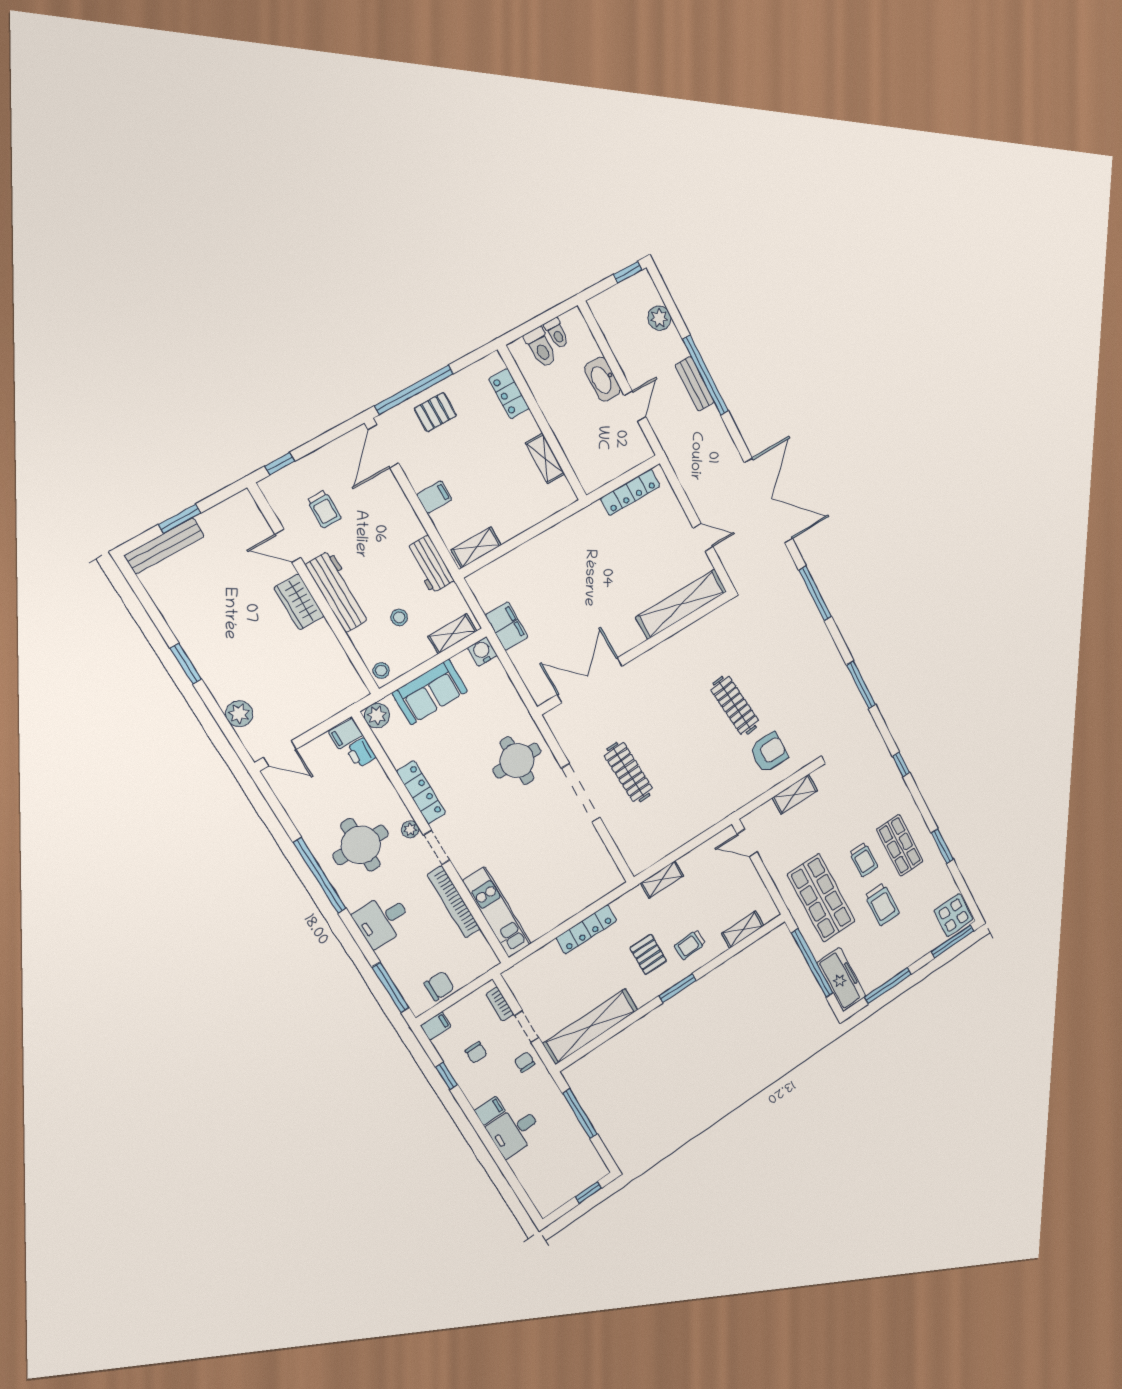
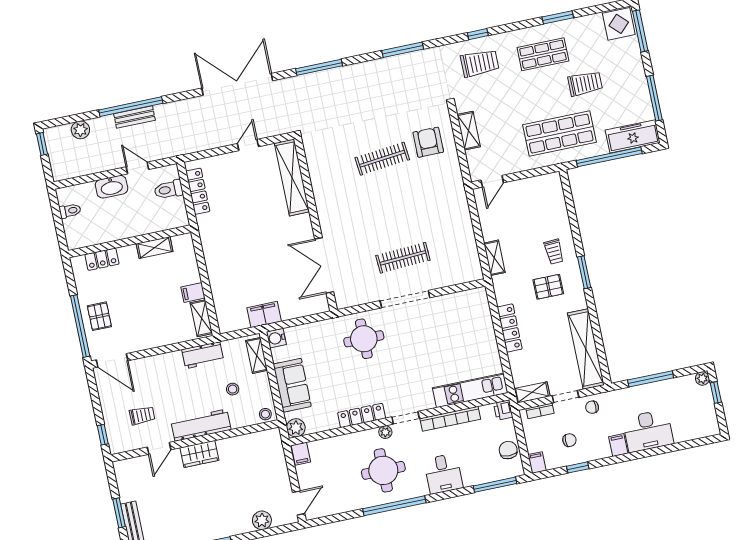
toilet: (541, 347) -> (169, 190), moved, turned 180
filing cabinet: (434, 497) -> (193, 292), moved, turned -90
printer: (361, 753) -> (503, 410), moved, turned 90
trolley: (864, 860) -> (480, 63), moved, width x1.36, depth x1.39
shelving: (743, 930) -> (532, 392), moved, turned 90
desk: (514, 1131) -> (648, 431), width x1.37
plant: (599, 1171) -> (702, 379), added

